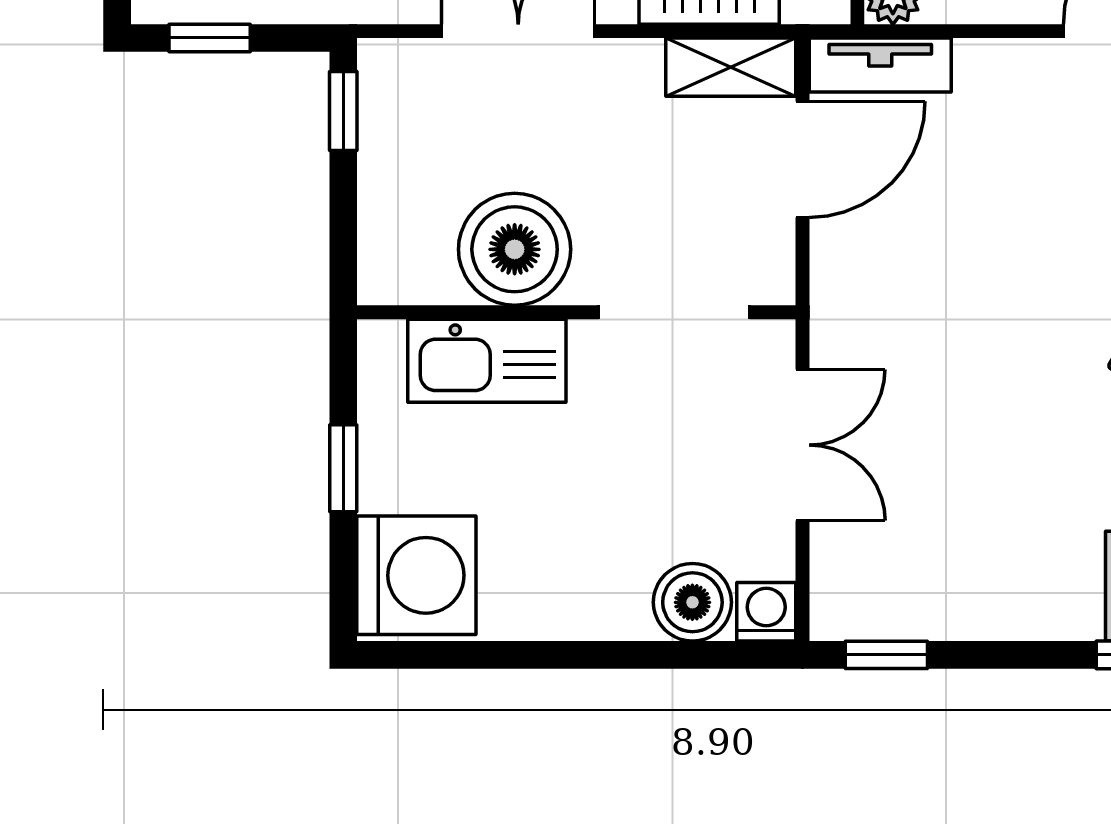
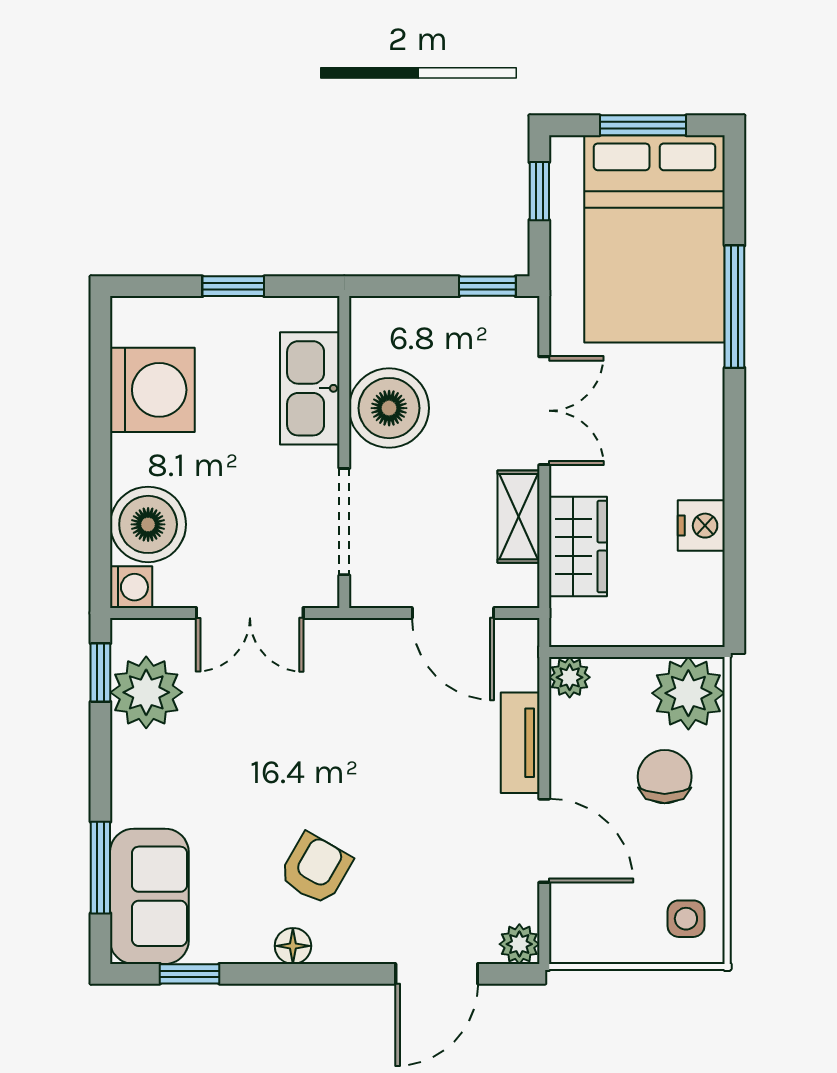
tv unit: (880, 65) -> (520, 743), moved
shelving: (731, 67) -> (519, 517), moved
washing machine: (416, 575) -> (152, 390), moved, turned -90
plant: (914, 590) -> (146, 692), added
boiler: (692, 602) -> (148, 524), width x1.37, depth x1.37

